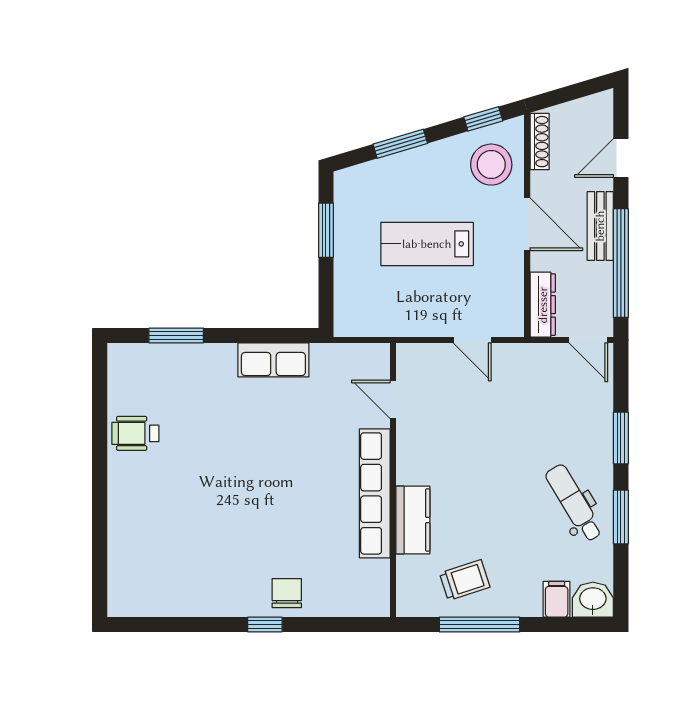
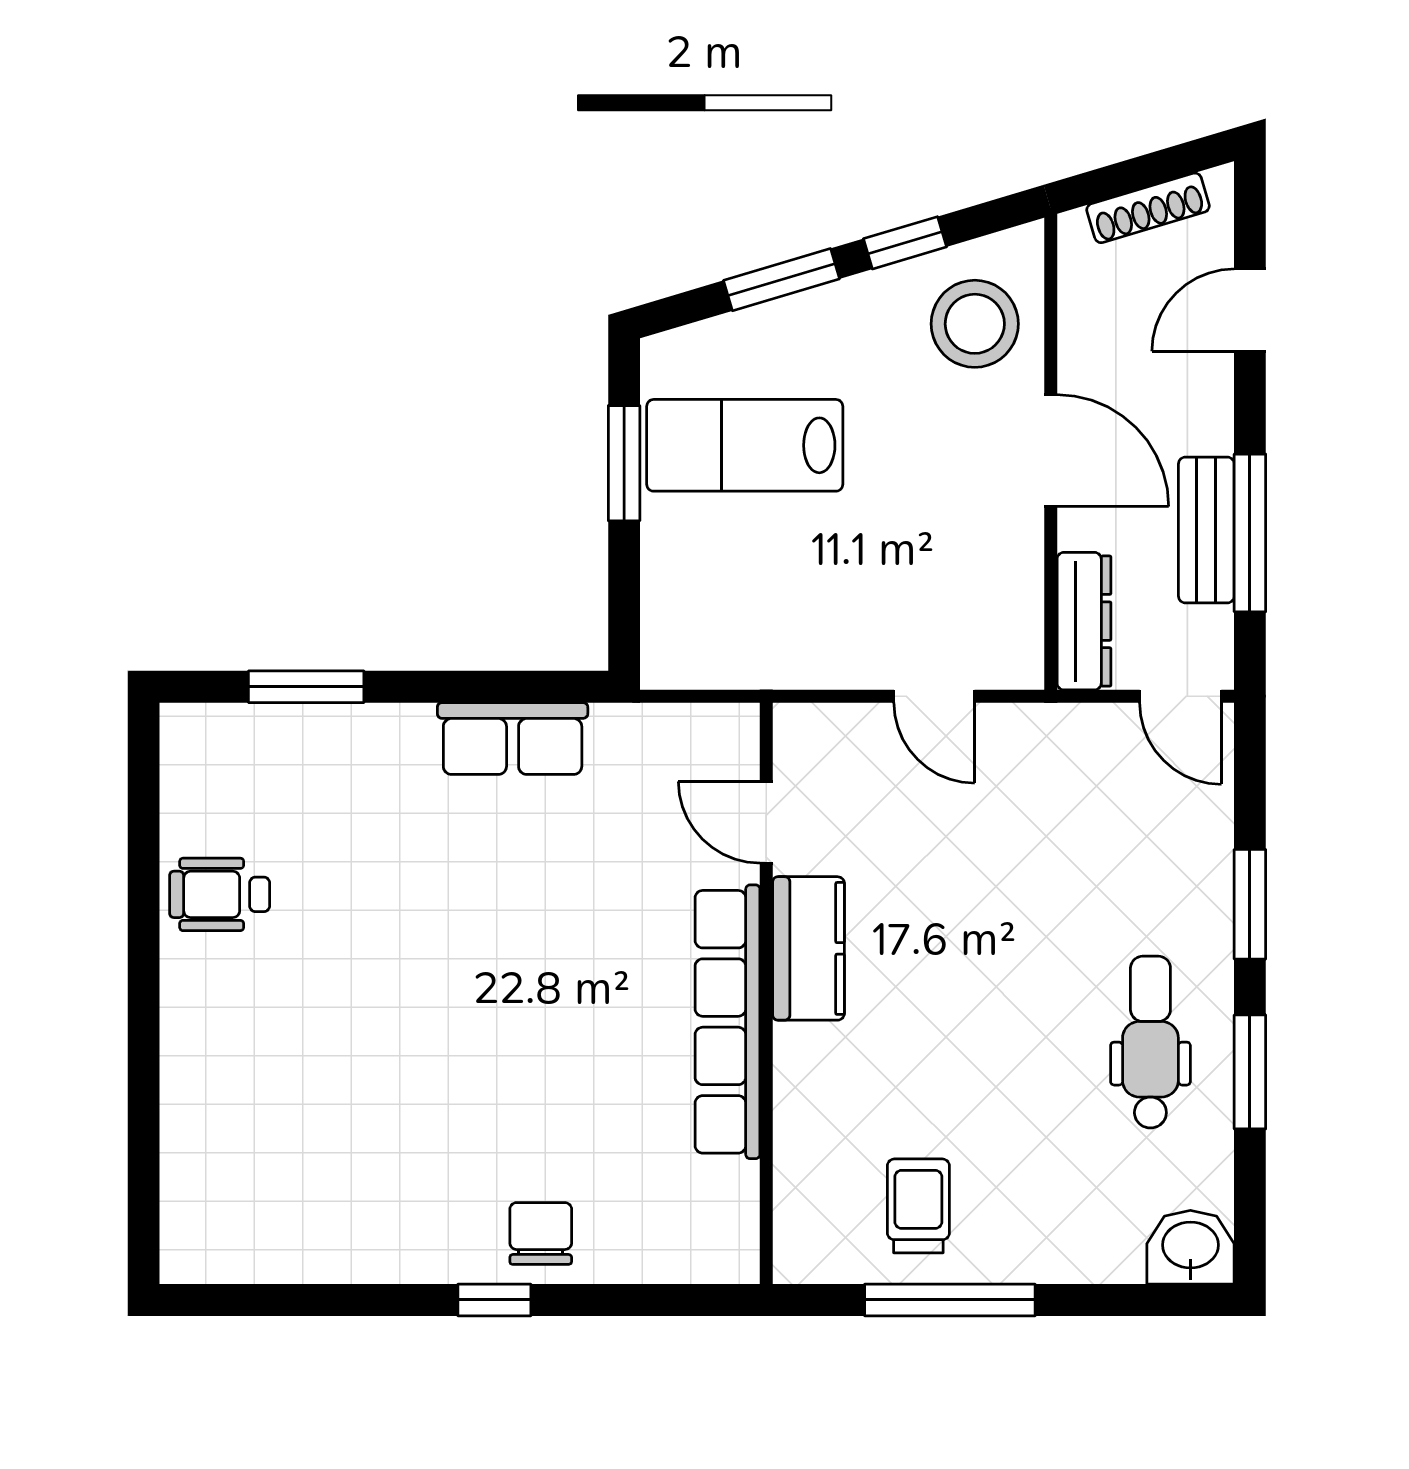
window: (483, 119) -> (905, 243), moved
shoe rack: (540, 142) -> (1148, 208), moved, turned 73
bench: (600, 226) -> (1206, 530), moved
lab bench: (427, 244) -> (745, 445), moved
window: (621, 263) -> (1250, 533), width x0.68
dental chair: (574, 503) -> (1150, 1042), turned 31
kitchen counter: (413, 520) -> (808, 948), moved
trolley: (465, 580) -> (918, 1206), turned -72
filing cabinet: (557, 599) -> (1113, 1246), removed

